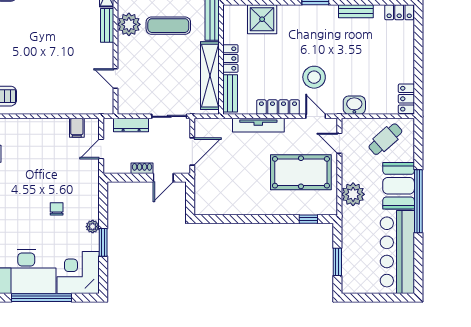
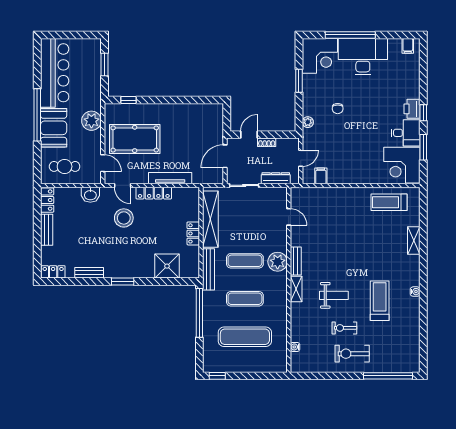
bench: (230, 93) -> (47, 230), moved
cafe table: (385, 139) -> (65, 166), turned 42
plant: (93, 227) -> (308, 122), moved

